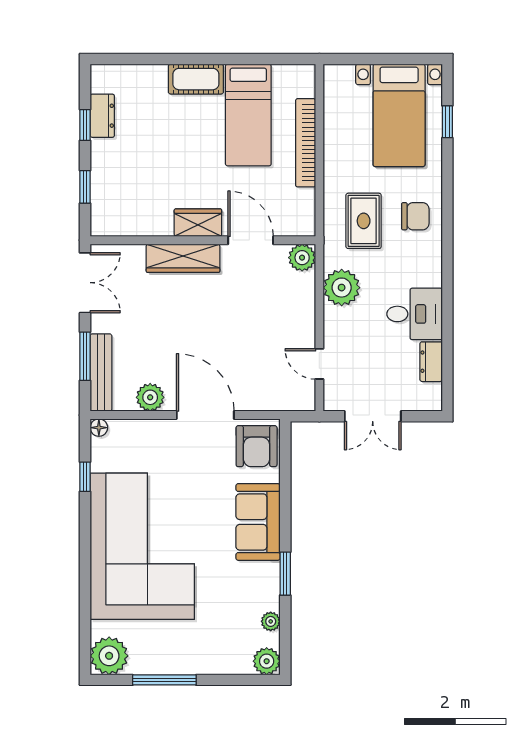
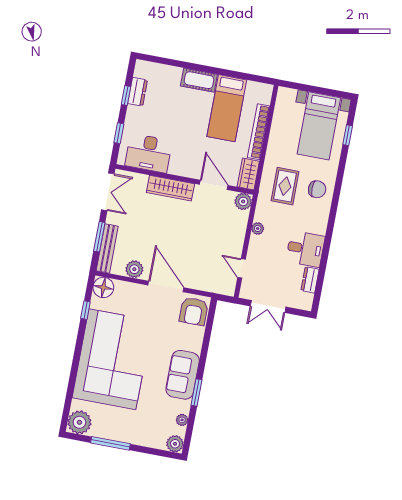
desk: (138, 210) -> (149, 153), added
wardrobe: (198, 223) -> (248, 174), moved, turned -90
plant: (342, 288) -> (258, 229), width x0.53, depth x0.53
floor lamp: (99, 428) -> (103, 287), width x1.89, depth x1.89
sofa: (258, 522) -> (183, 375), moved

